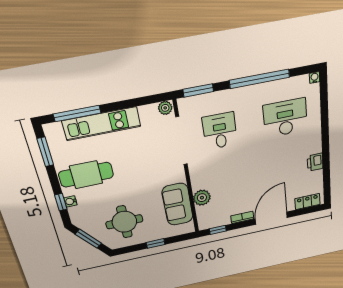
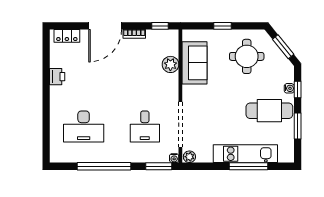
water cooler: (315, 78) -> (174, 158), moved
window: (77, 113) -> (249, 166), moved
window: (45, 152) -> (298, 126), moved

